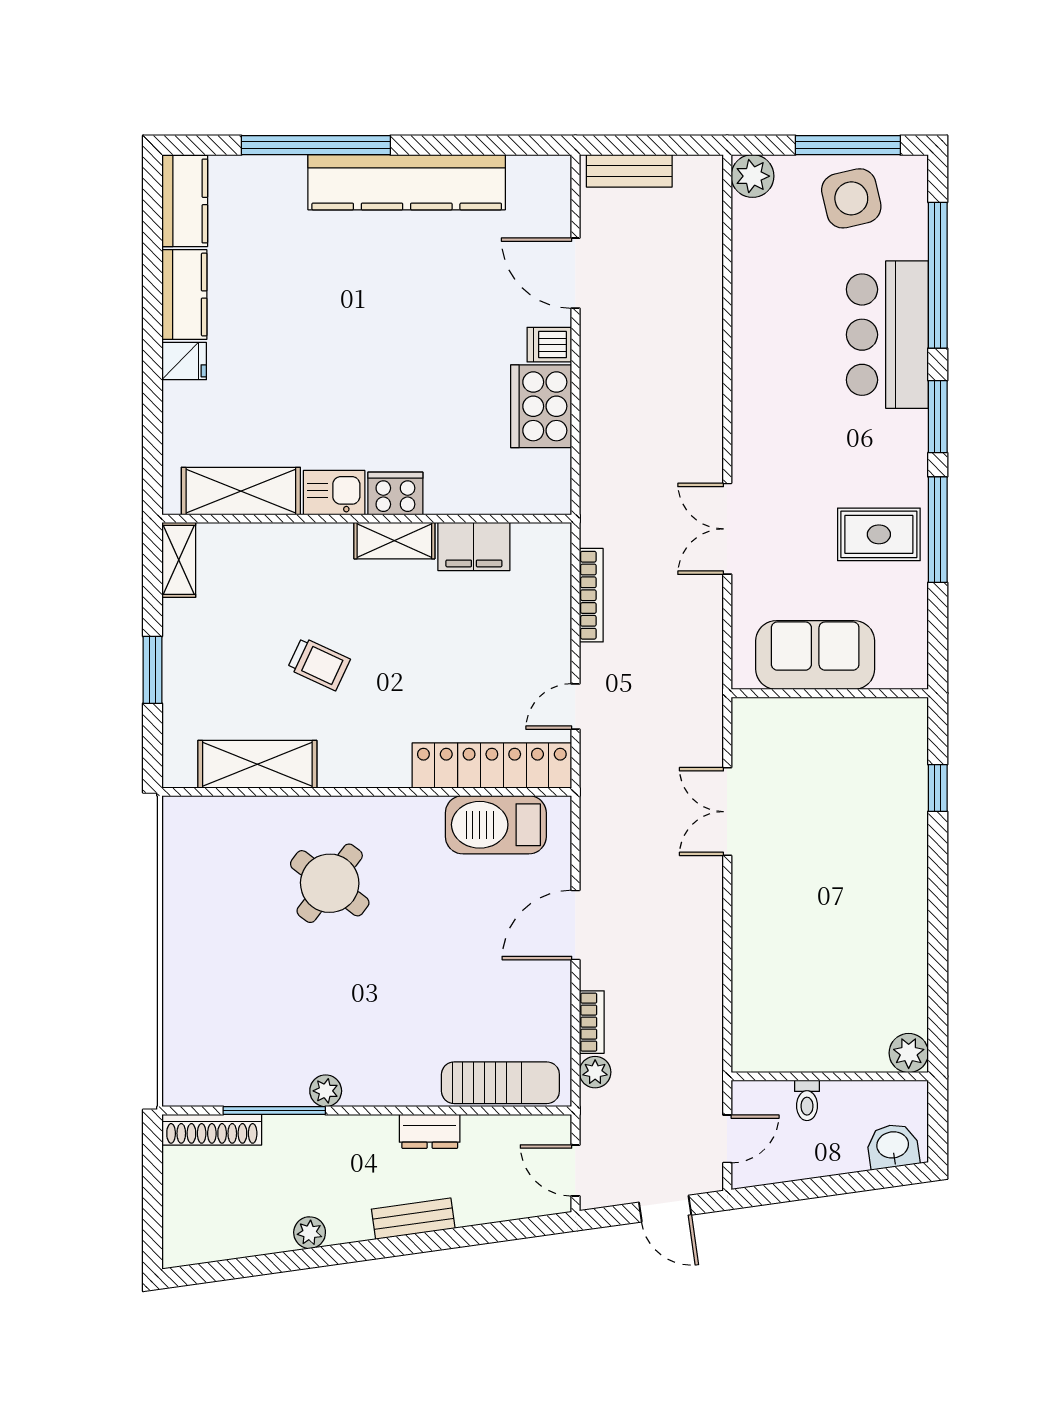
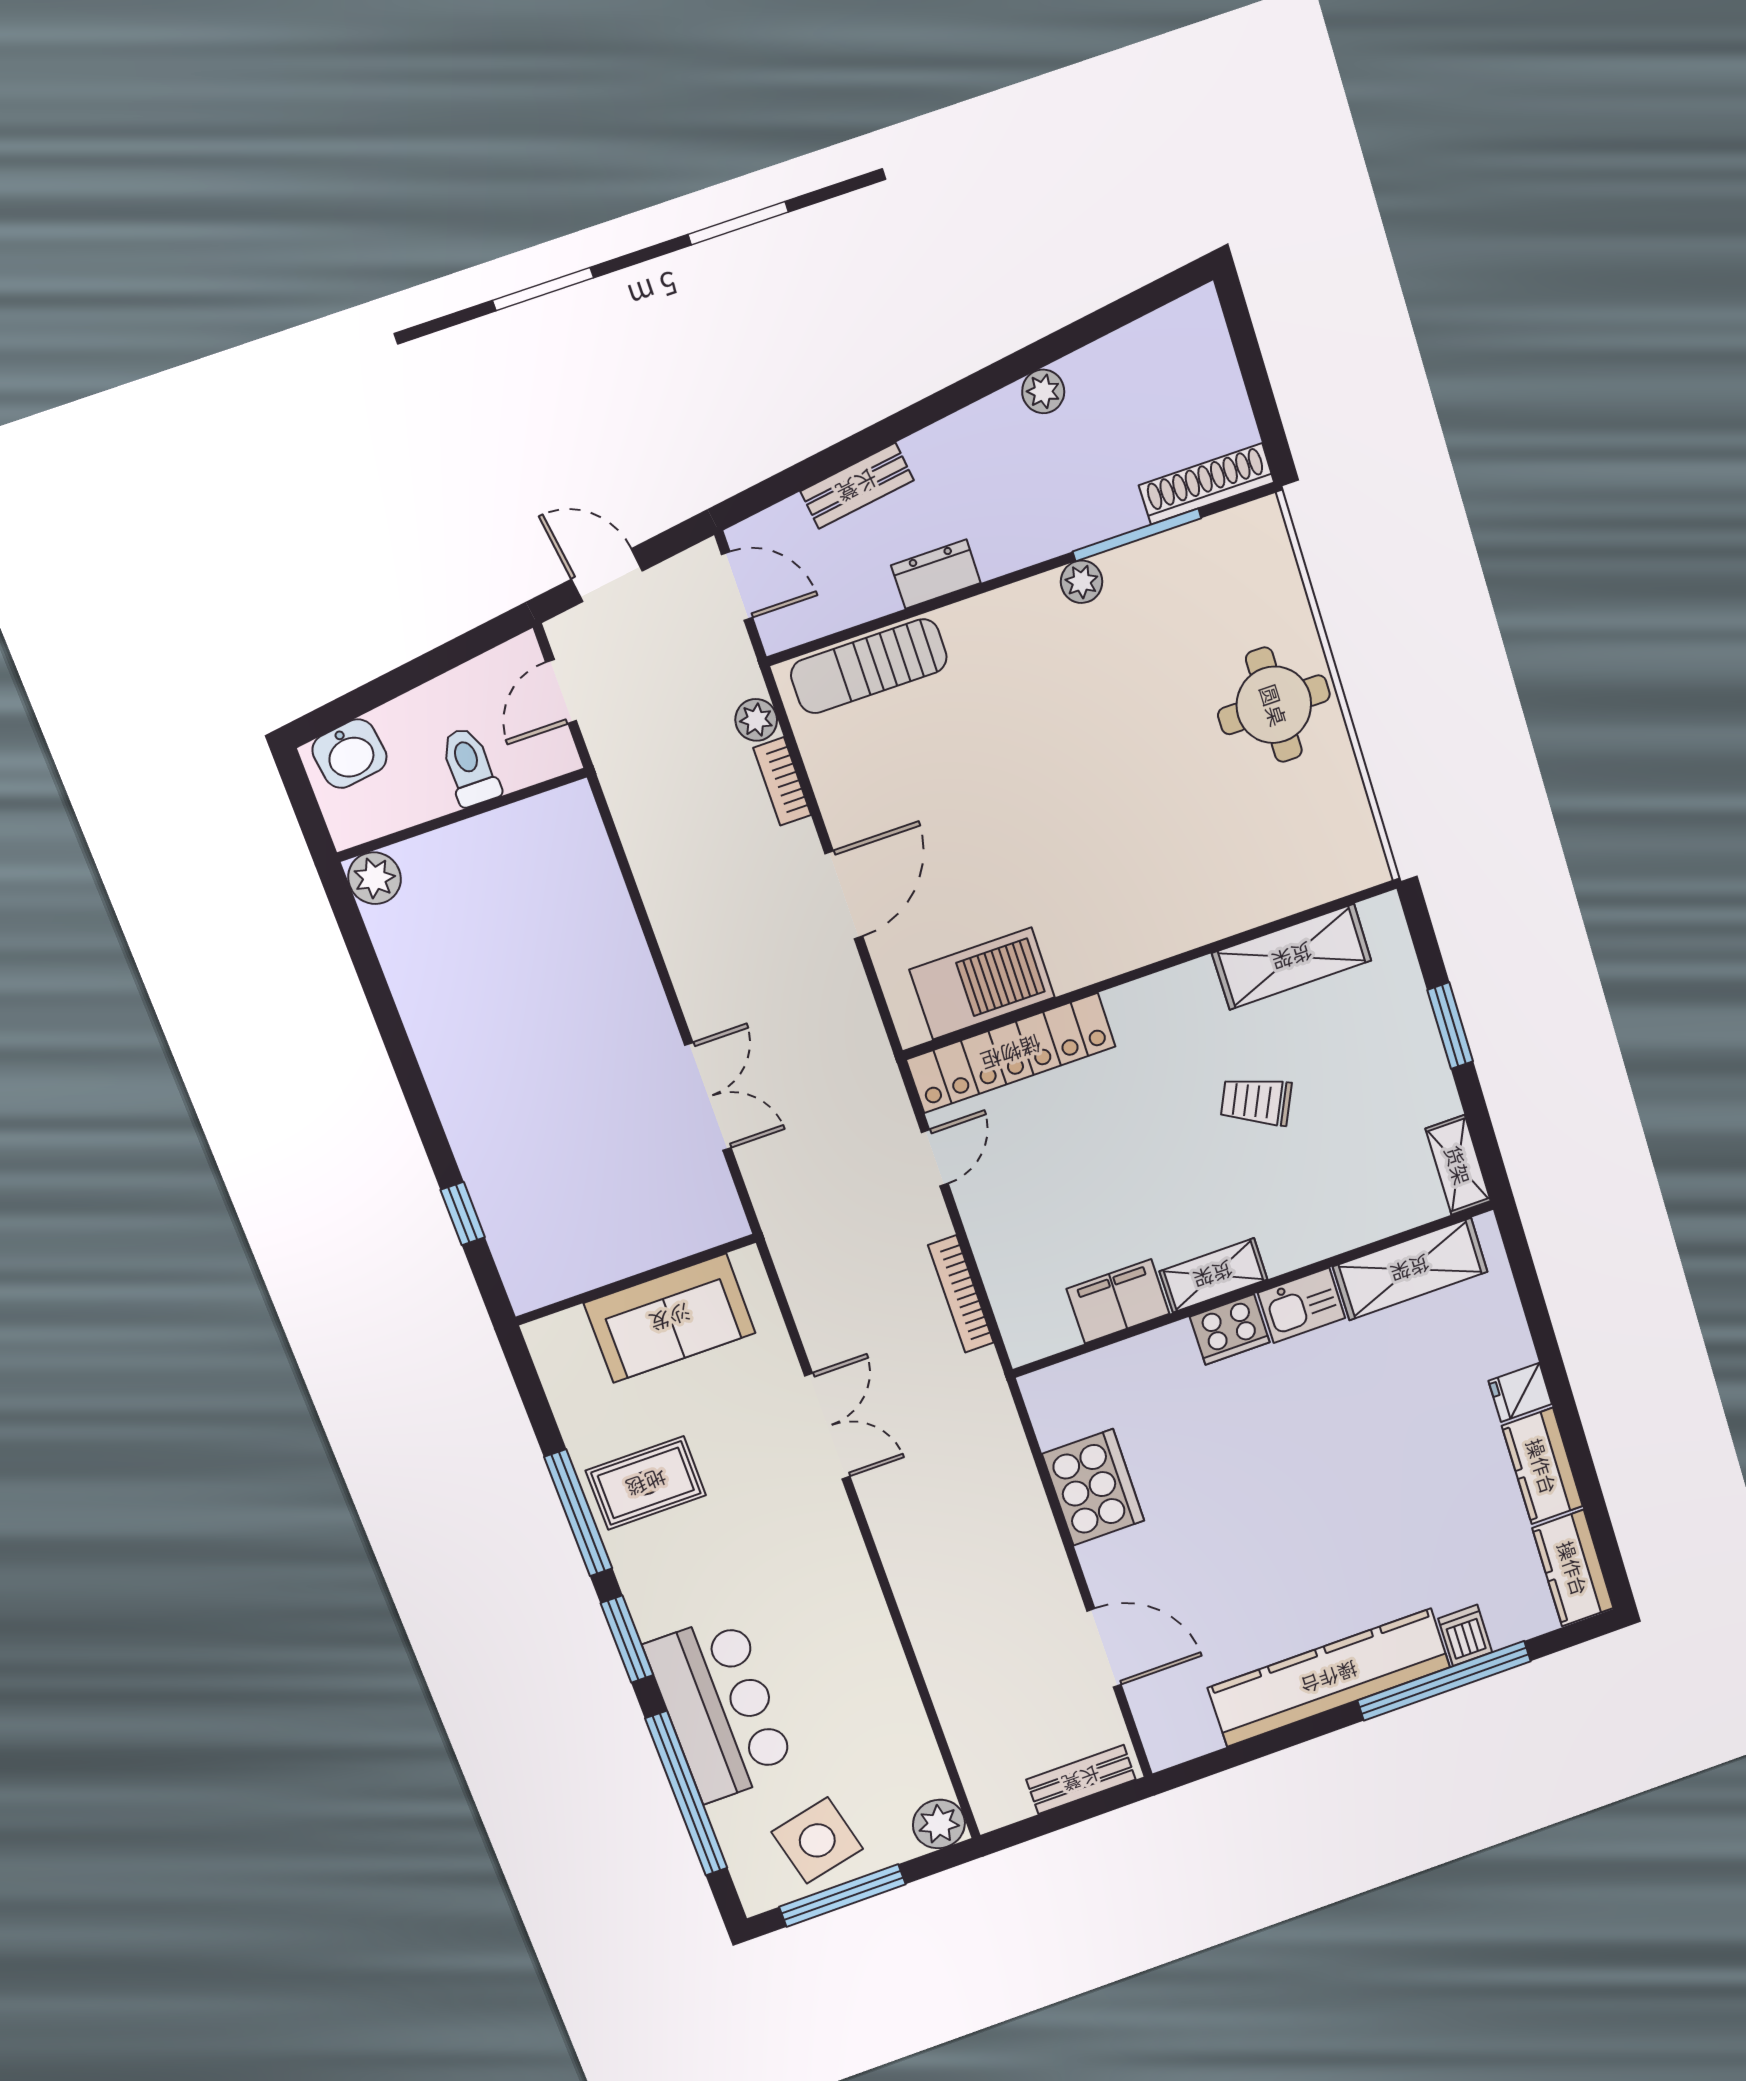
dishwasher: (549, 345) -> (1465, 1635), moved, turned -90
round table: (330, 883) -> (1274, 705), moved, turned -37
toilet: (807, 1100) -> (470, 767), width x1.37, depth x1.39
bench: (413, 1219) -> (857, 486), moved

